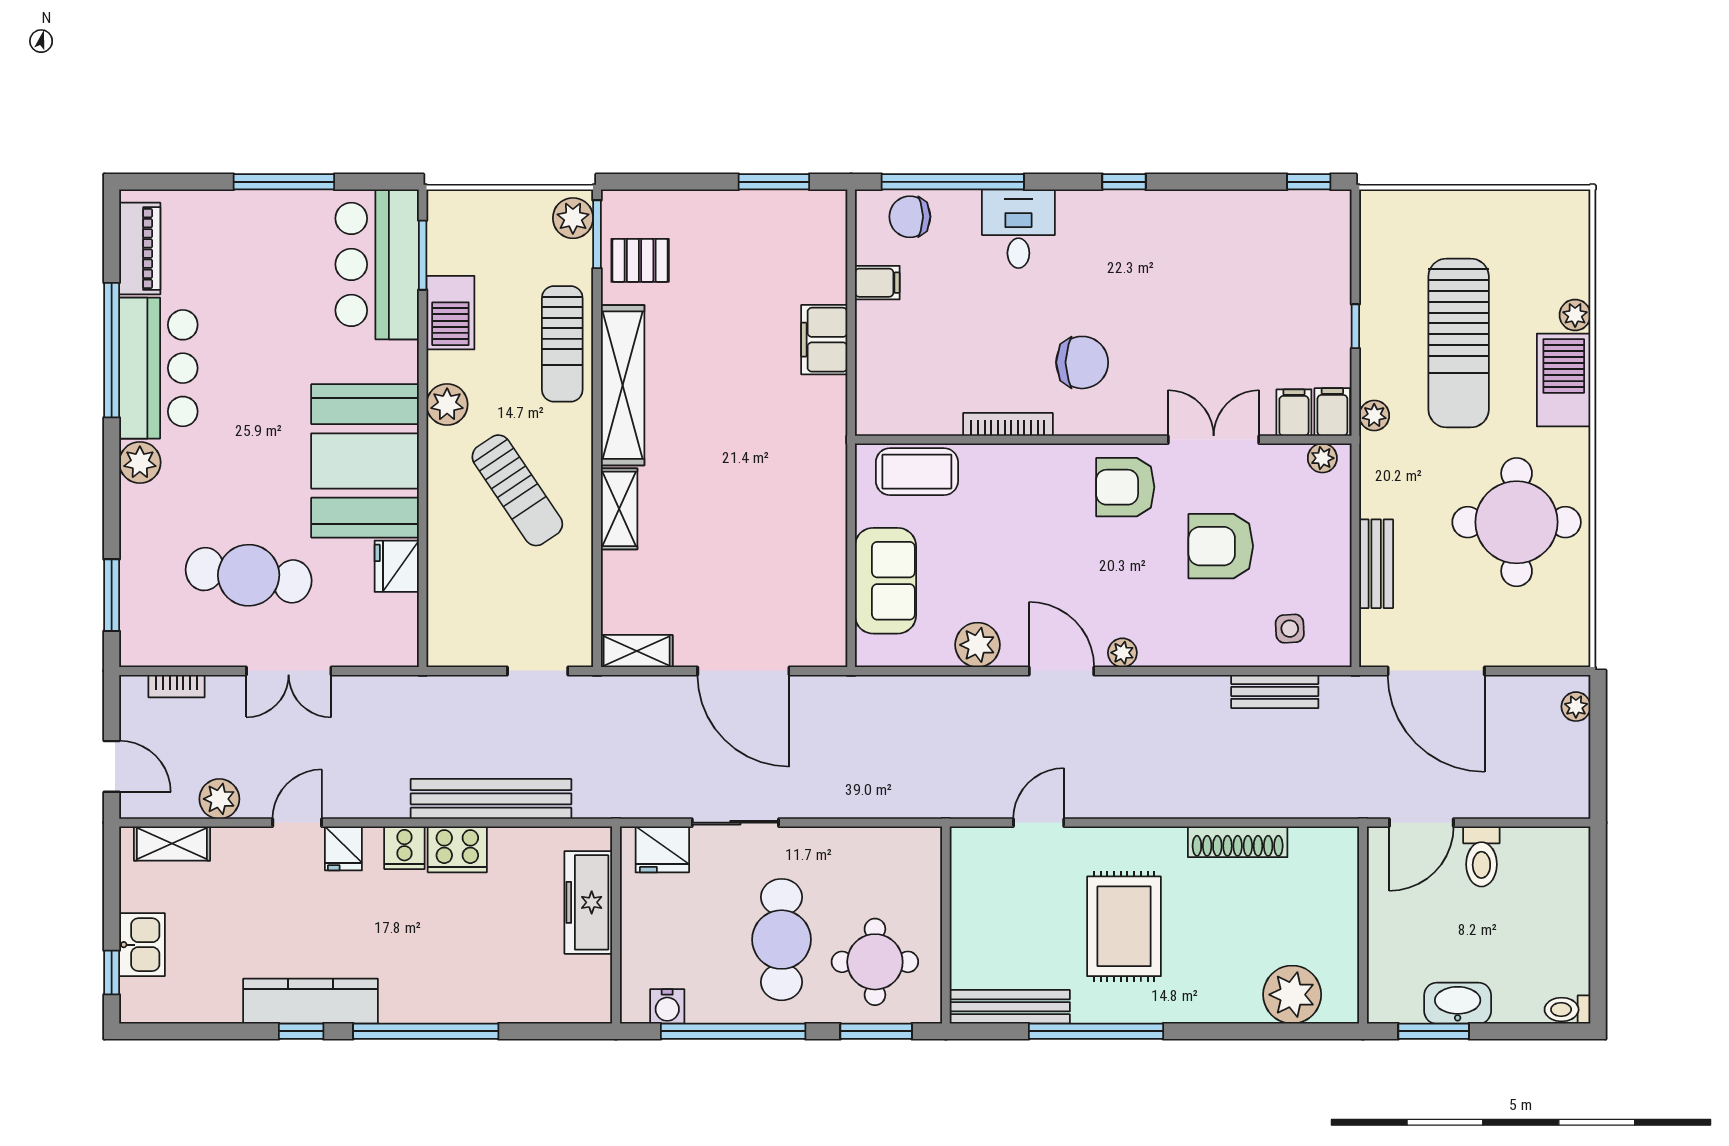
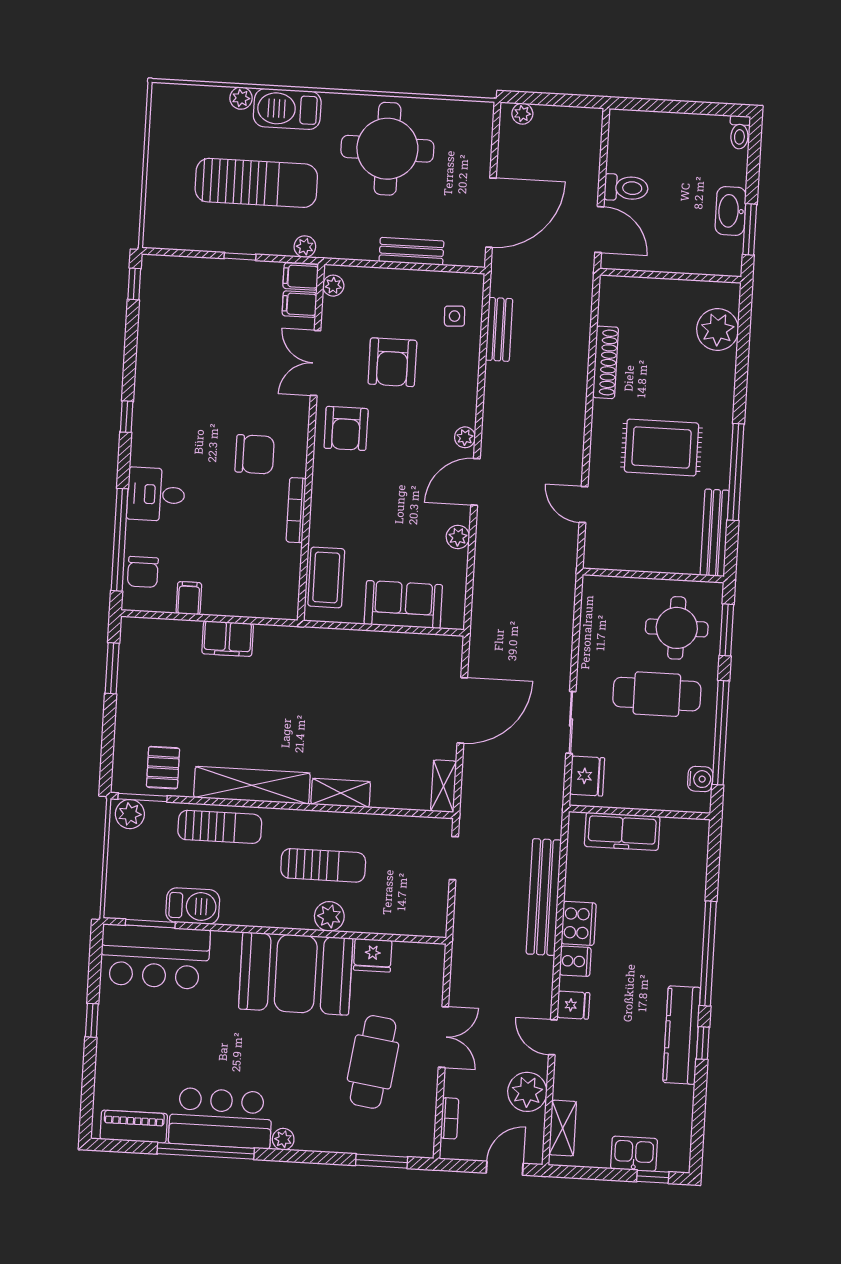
window: (284, 182) -> (92, 1020), width x0.46
chair: (1082, 362) -> (255, 454), turned 90
plant: (447, 404) -> (329, 916), moved
plant: (140, 462) -> (283, 1139), width x0.73, depth x0.73
sun lounger: (517, 490) -> (323, 865), turned 34
plant: (978, 645) -> (458, 537), width x0.73, depth x0.73
plant: (219, 799) -> (527, 1092), width x1.36, depth x1.36

